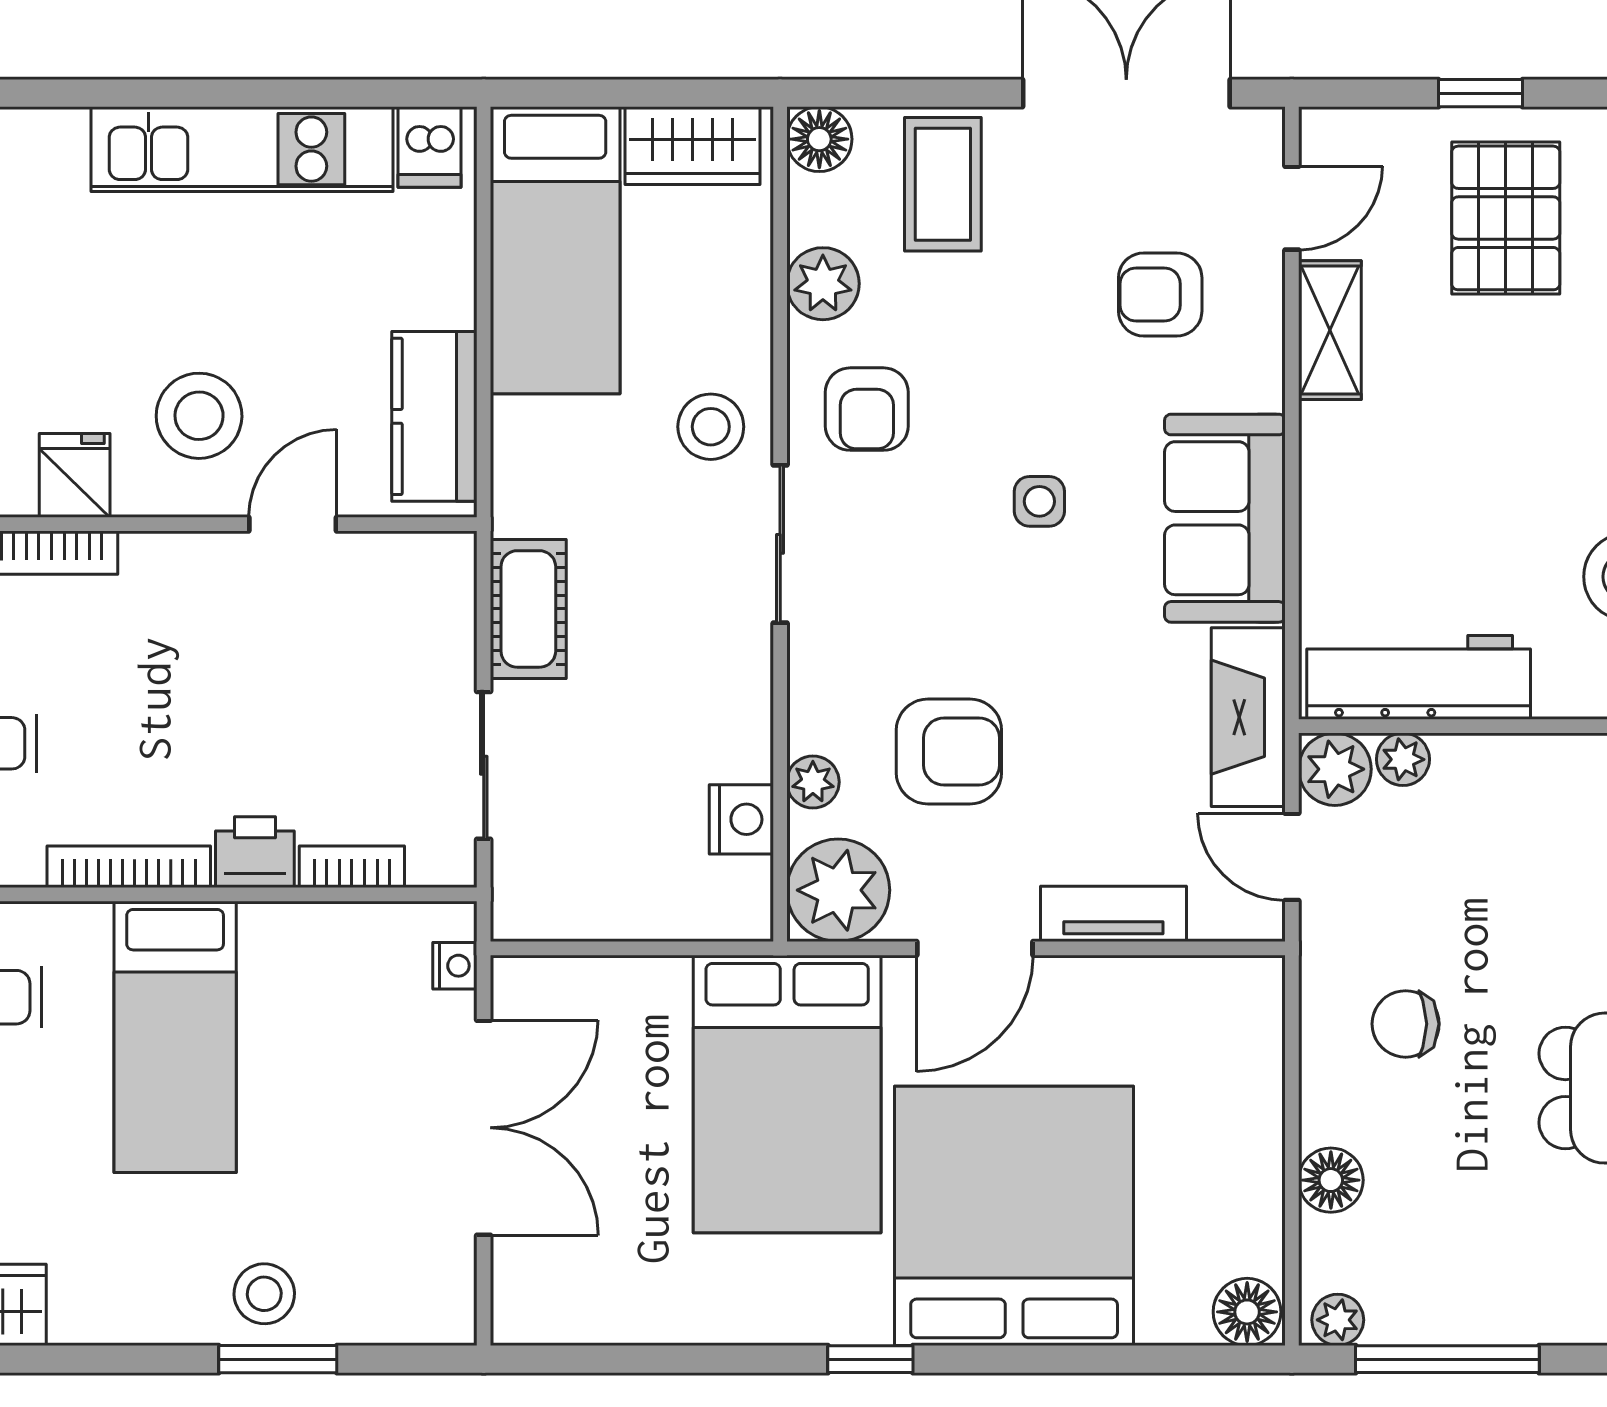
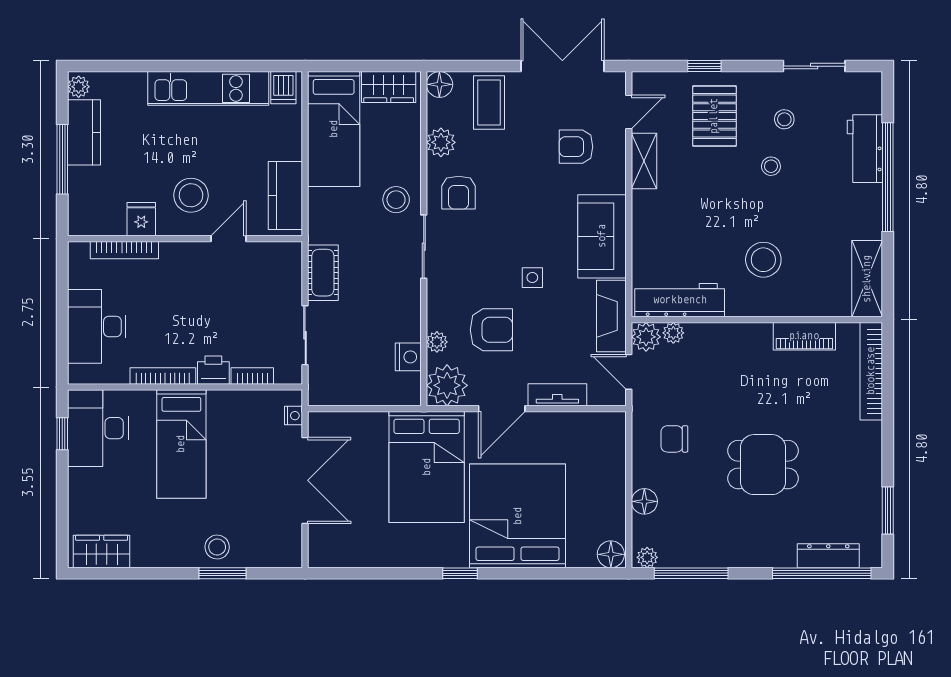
side table: (1039, 501) -> (532, 278), moved

